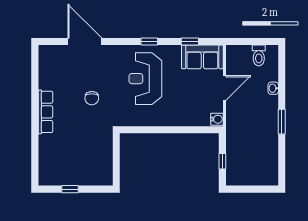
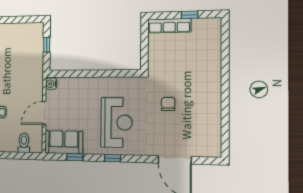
toilet: (259, 55) -> (24, 143), moved
row of seats: (45, 112) -> (169, 26), moved, turned -90

